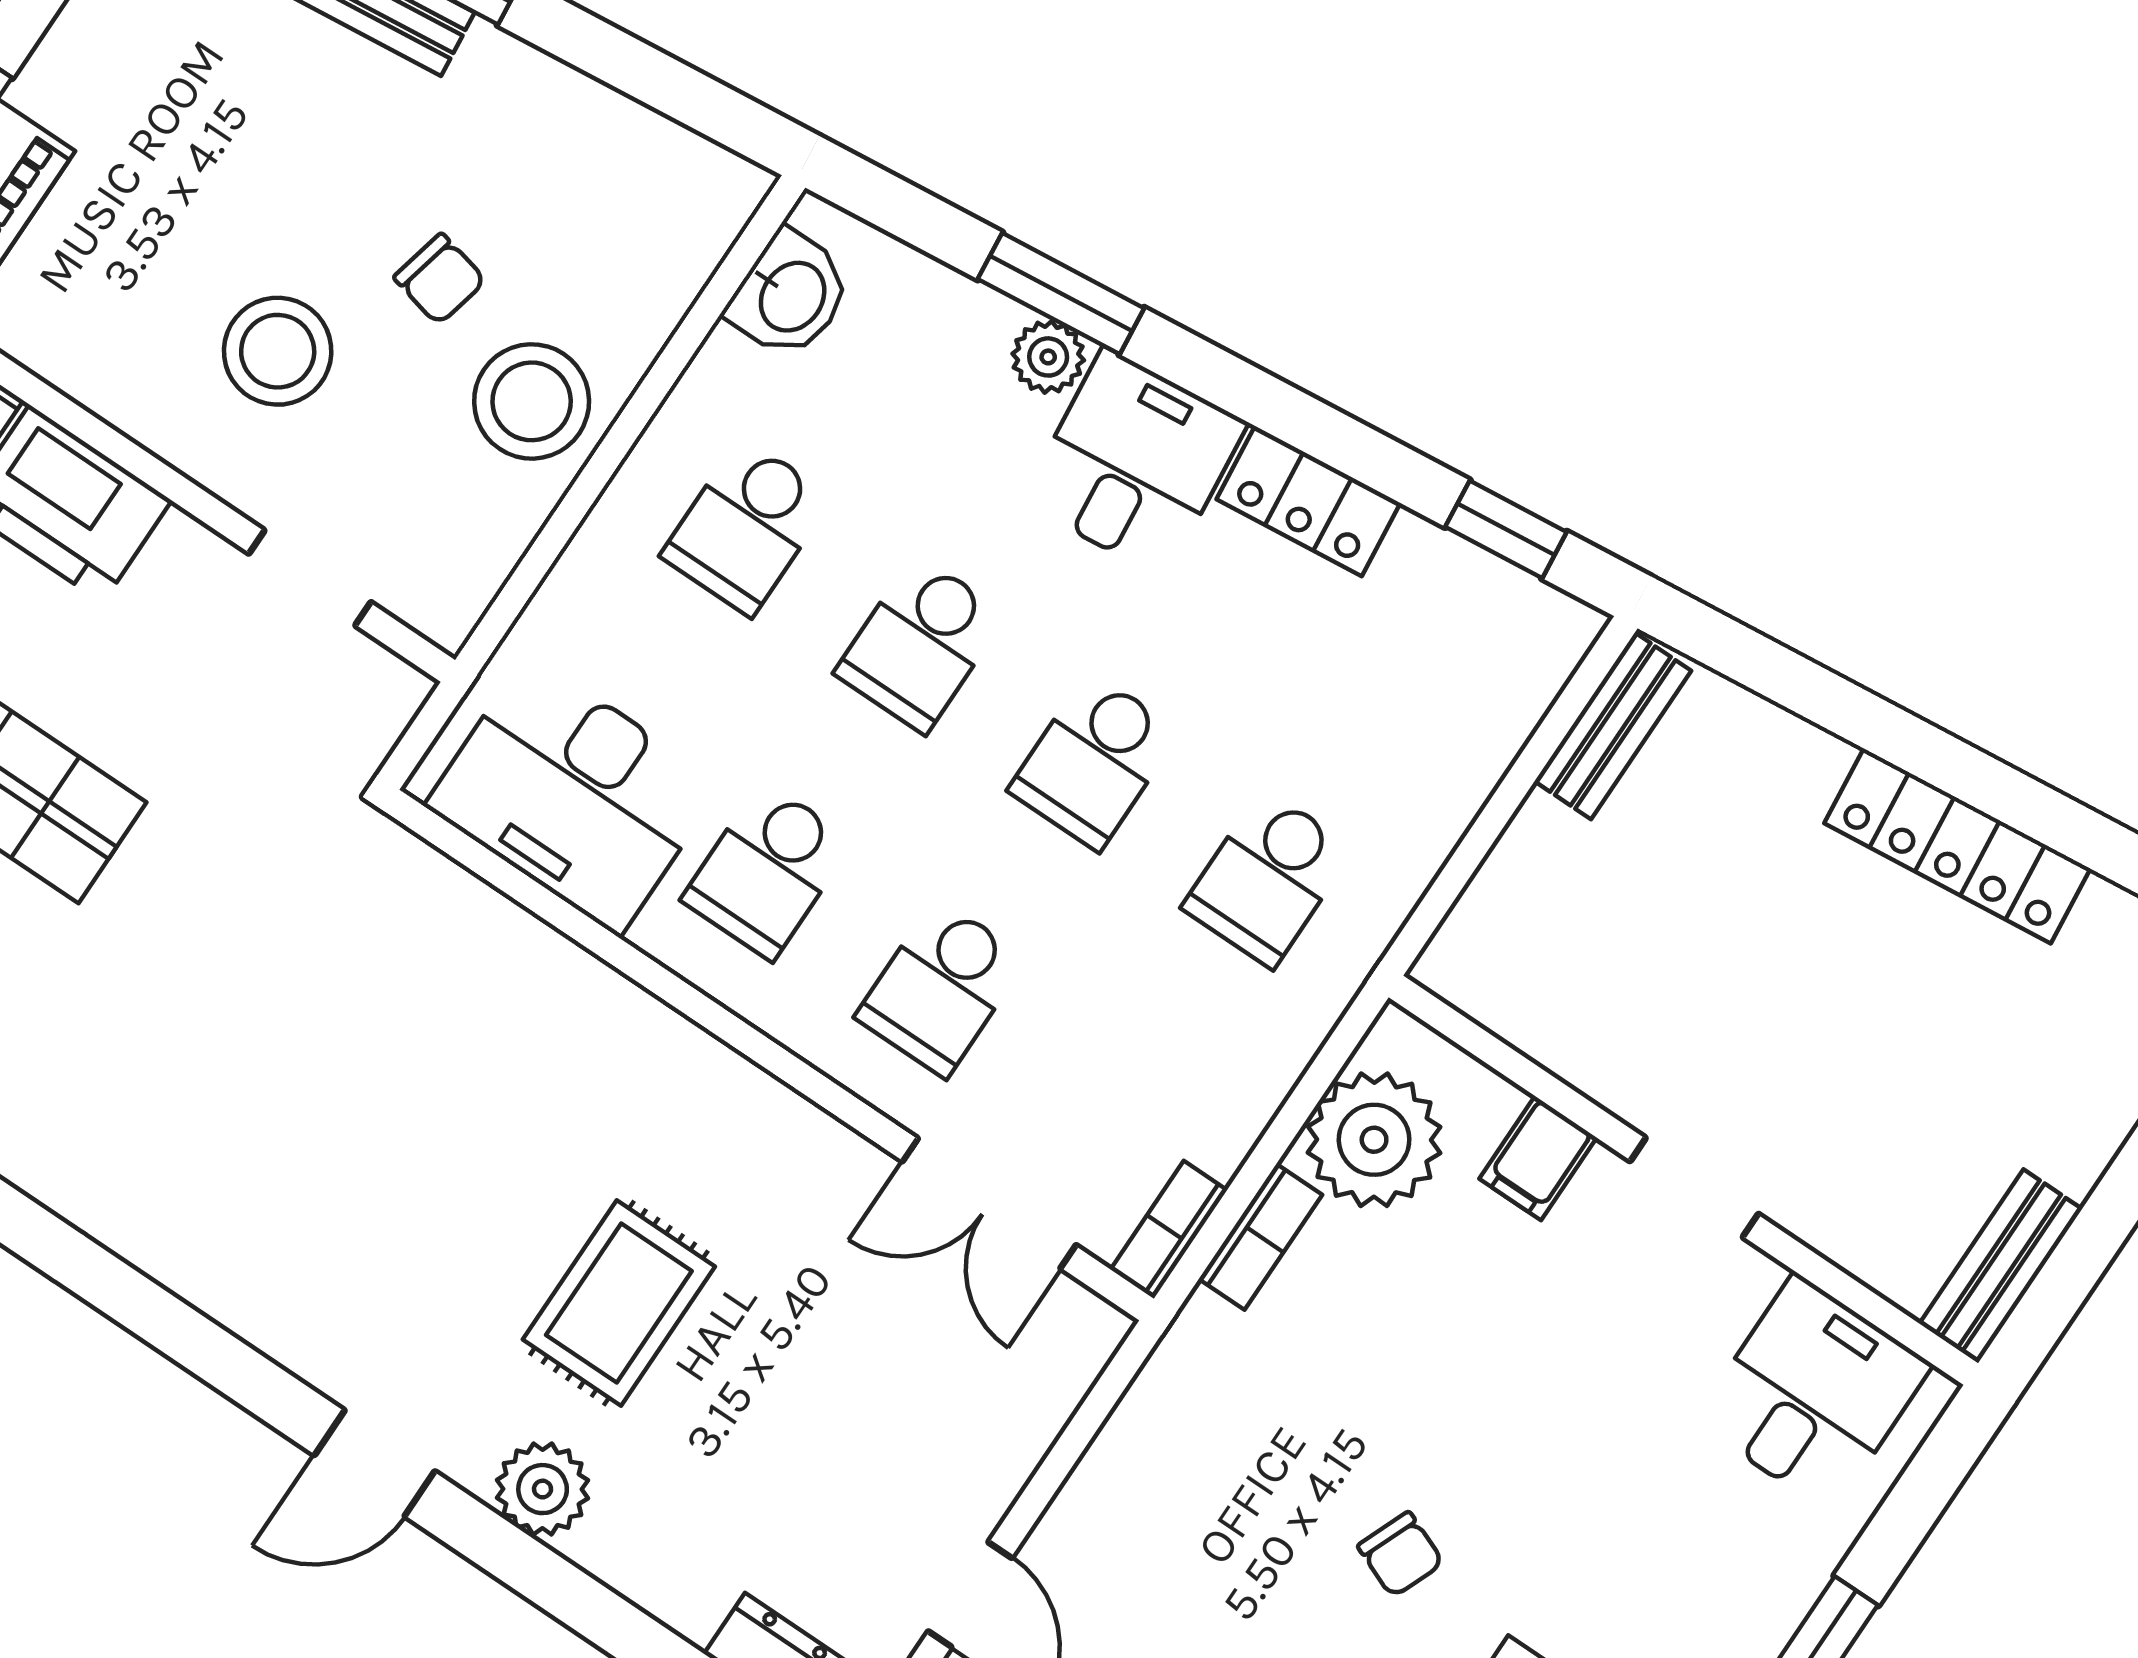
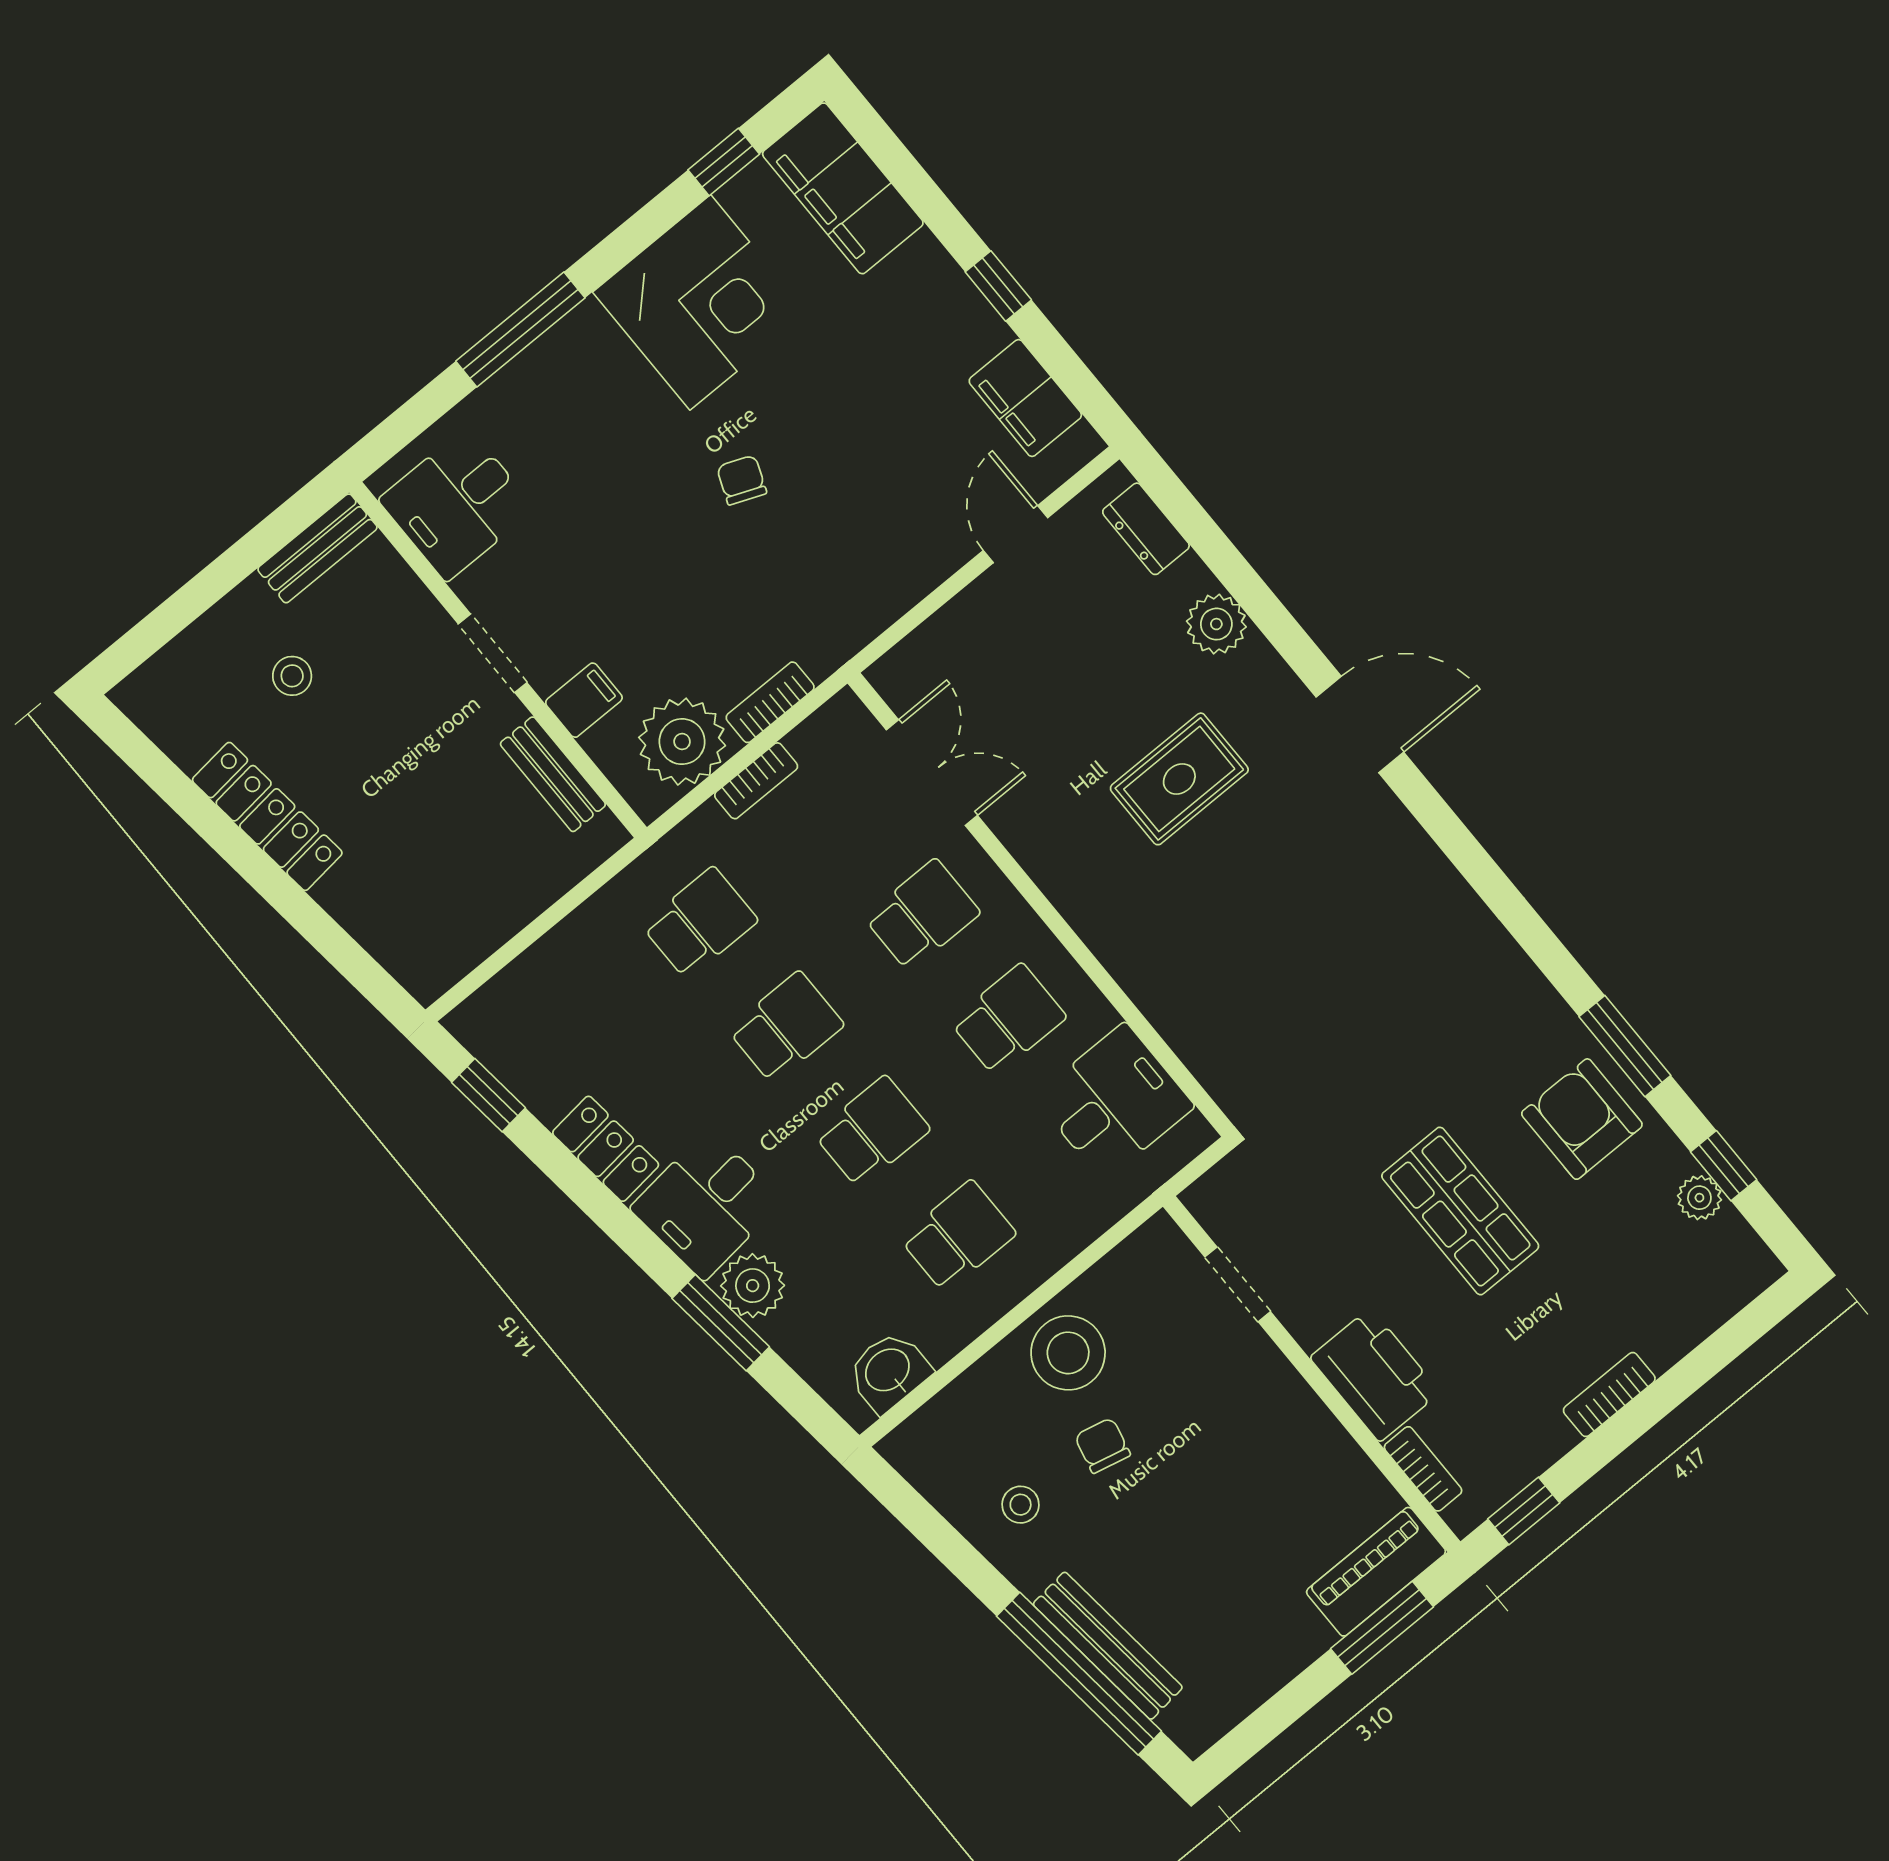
stool: (278, 351) -> (1021, 1505), moved, width x0.53, depth x0.53
plant: (1048, 357) -> (753, 1286), width x1.38, depth x1.38
bench: (1613, 726) -> (553, 774), moved, turned 90
desk: (574, 795) -> (1114, 1102), width x0.73
stool: (1982, 1066) -> (292, 676), added
bookcase: (1169, 1230) -> (756, 781), moved
door: (375, 1463) -> (1360, 725), width x1.38
plant: (543, 1489) -> (1216, 624), moved

